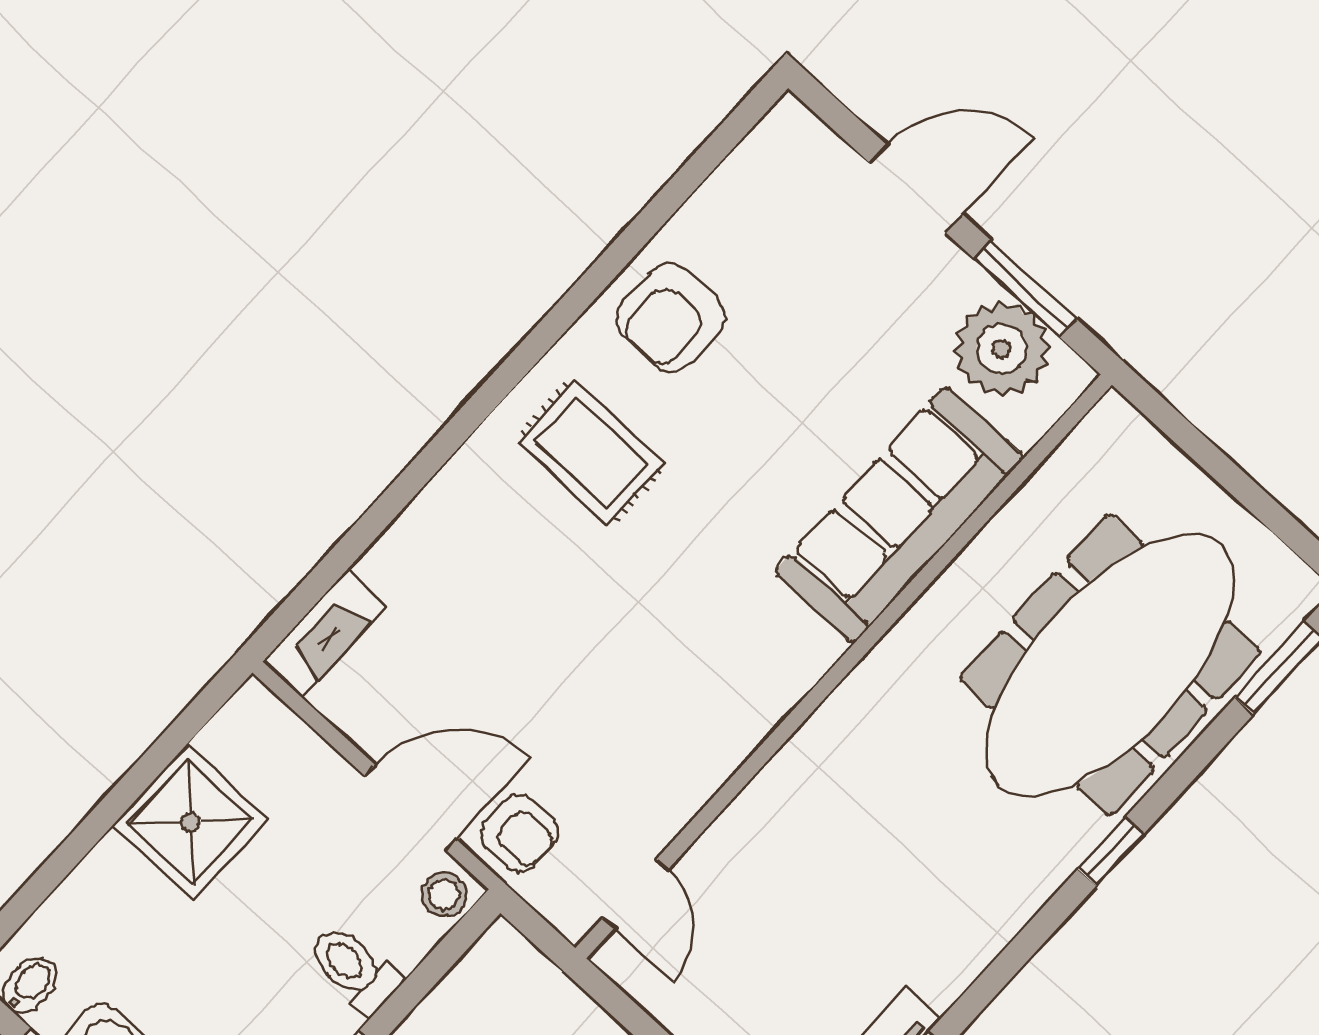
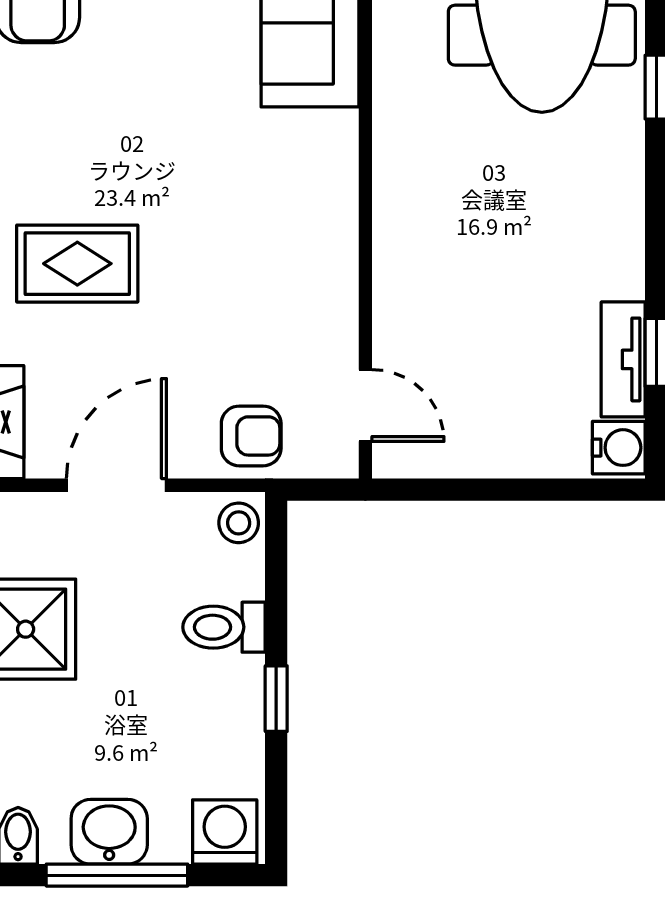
rug: (591, 452) -> (77, 264), moved
door: (411, 808) -> (116, 485), moved

